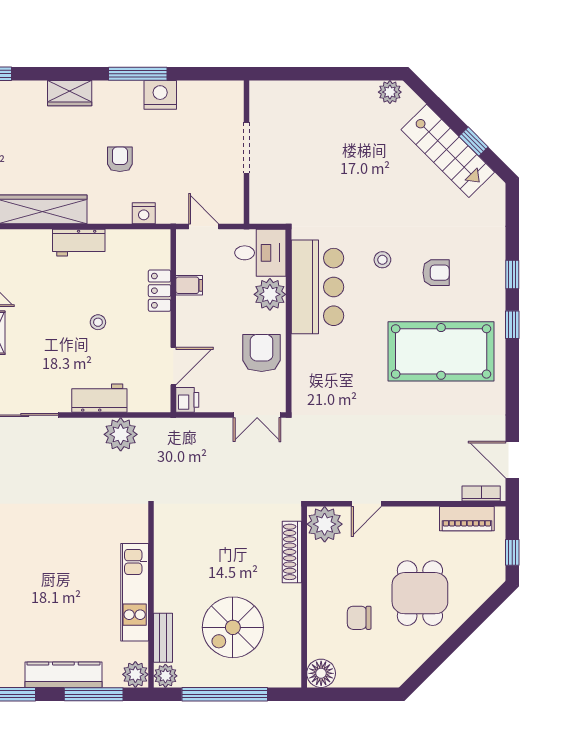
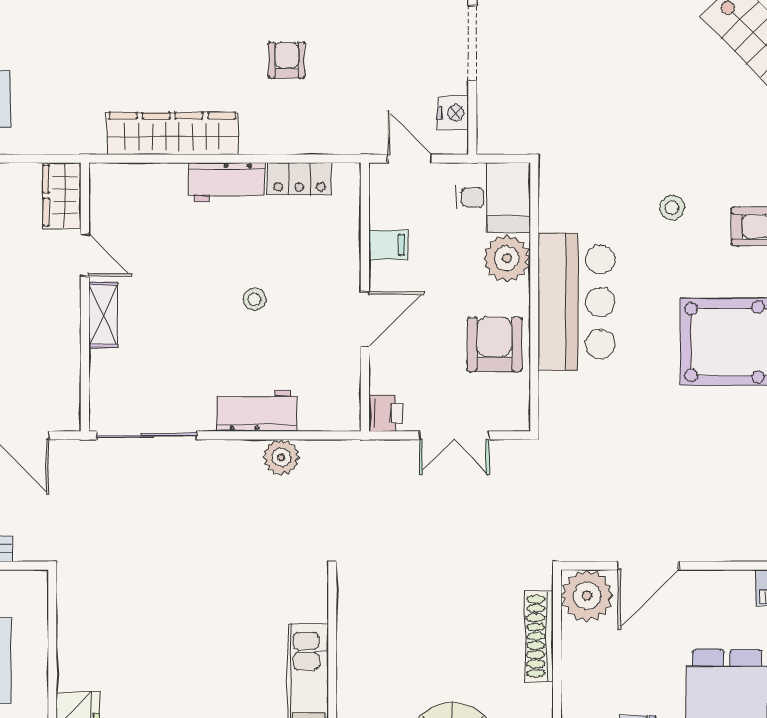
nightstand: (144, 213) -> (453, 113), moved, turned -90
bar counter: (317, 287) -> (576, 302), moved
locker: (159, 291) -> (299, 179), moved, turned -90
door: (173, 366) -> (365, 319), moved
double door: (257, 415) -> (454, 435), moved
plant: (121, 434) -> (281, 457), width x0.73, depth x0.73
door: (366, 504) -> (648, 566), width x1.38

